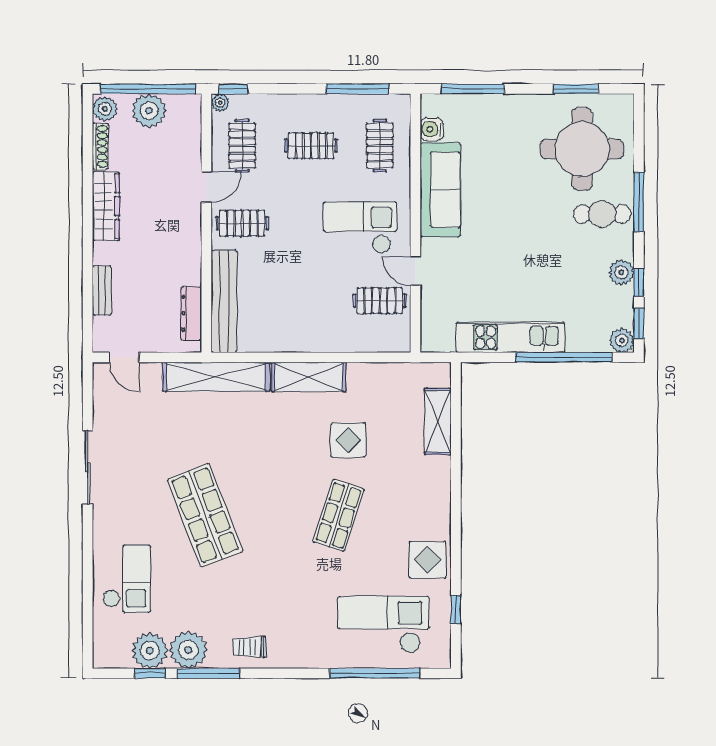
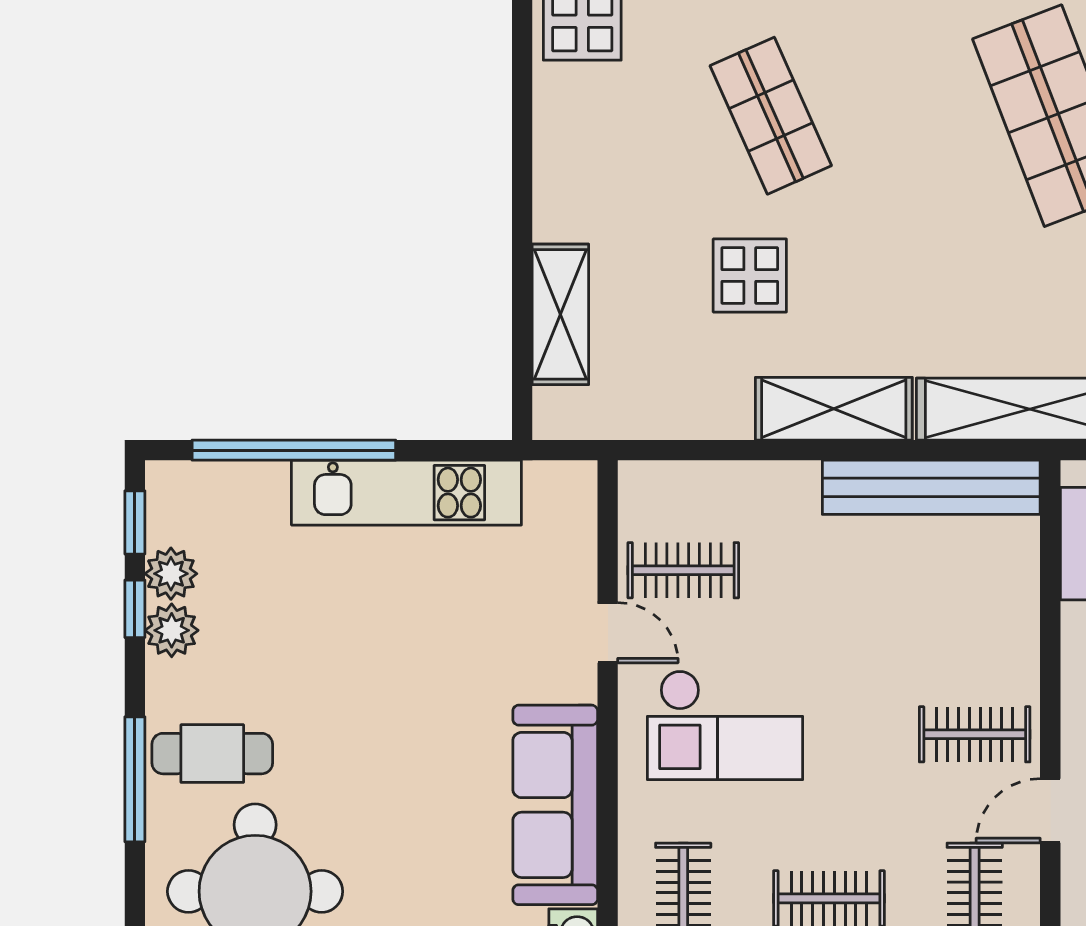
bench: (224, 301) -> (931, 487), moved, turned 90
plant: (622, 340) -> (171, 574), moved
shop shelf: (338, 515) -> (771, 116), turned -42

